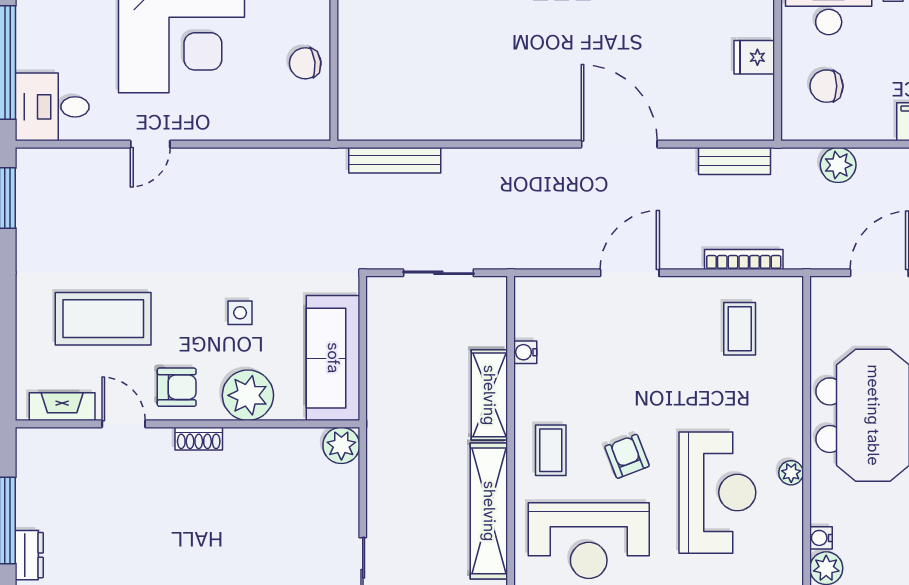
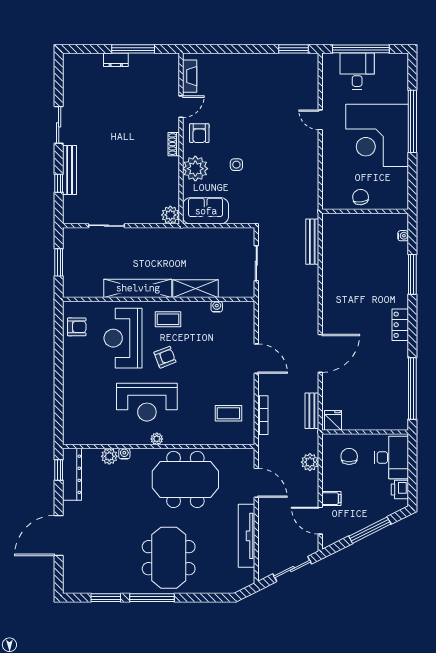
fridge: (754, 57) -> (333, 420), moved
desk: (52, 107) -> (357, 71), moved
coffee table: (103, 319) -> (233, 97), removed
sofa: (333, 358) -> (206, 211), width x0.73

